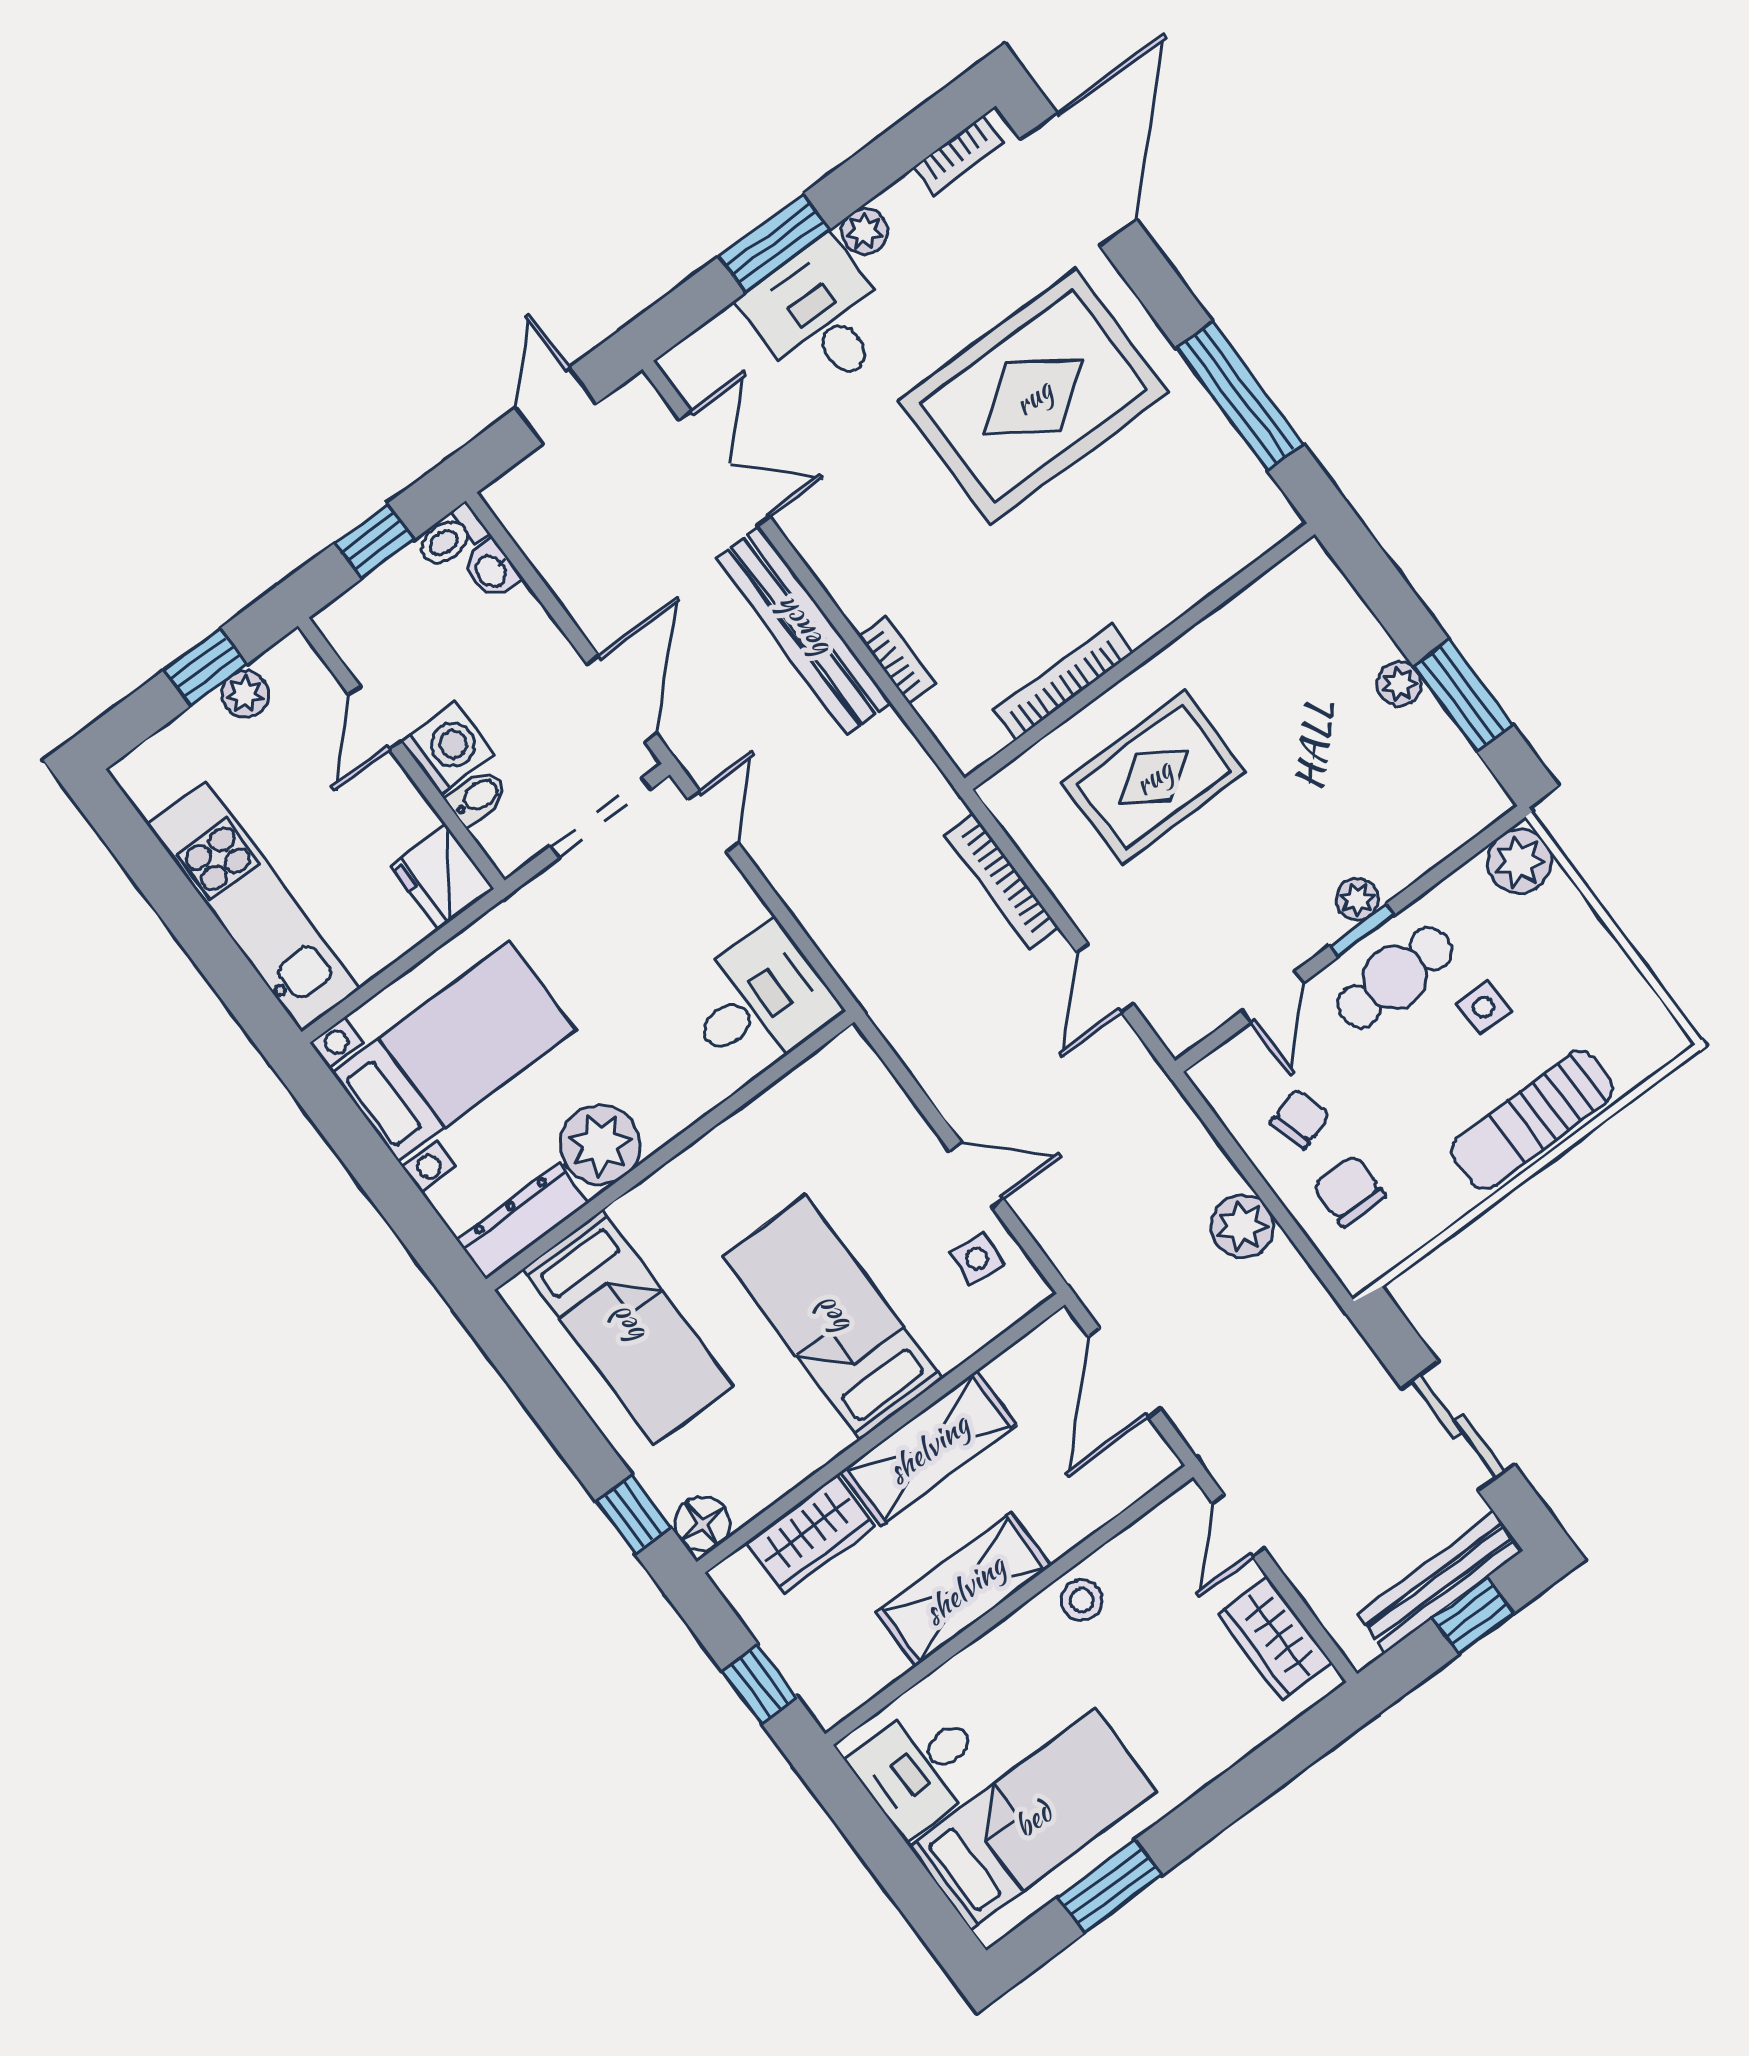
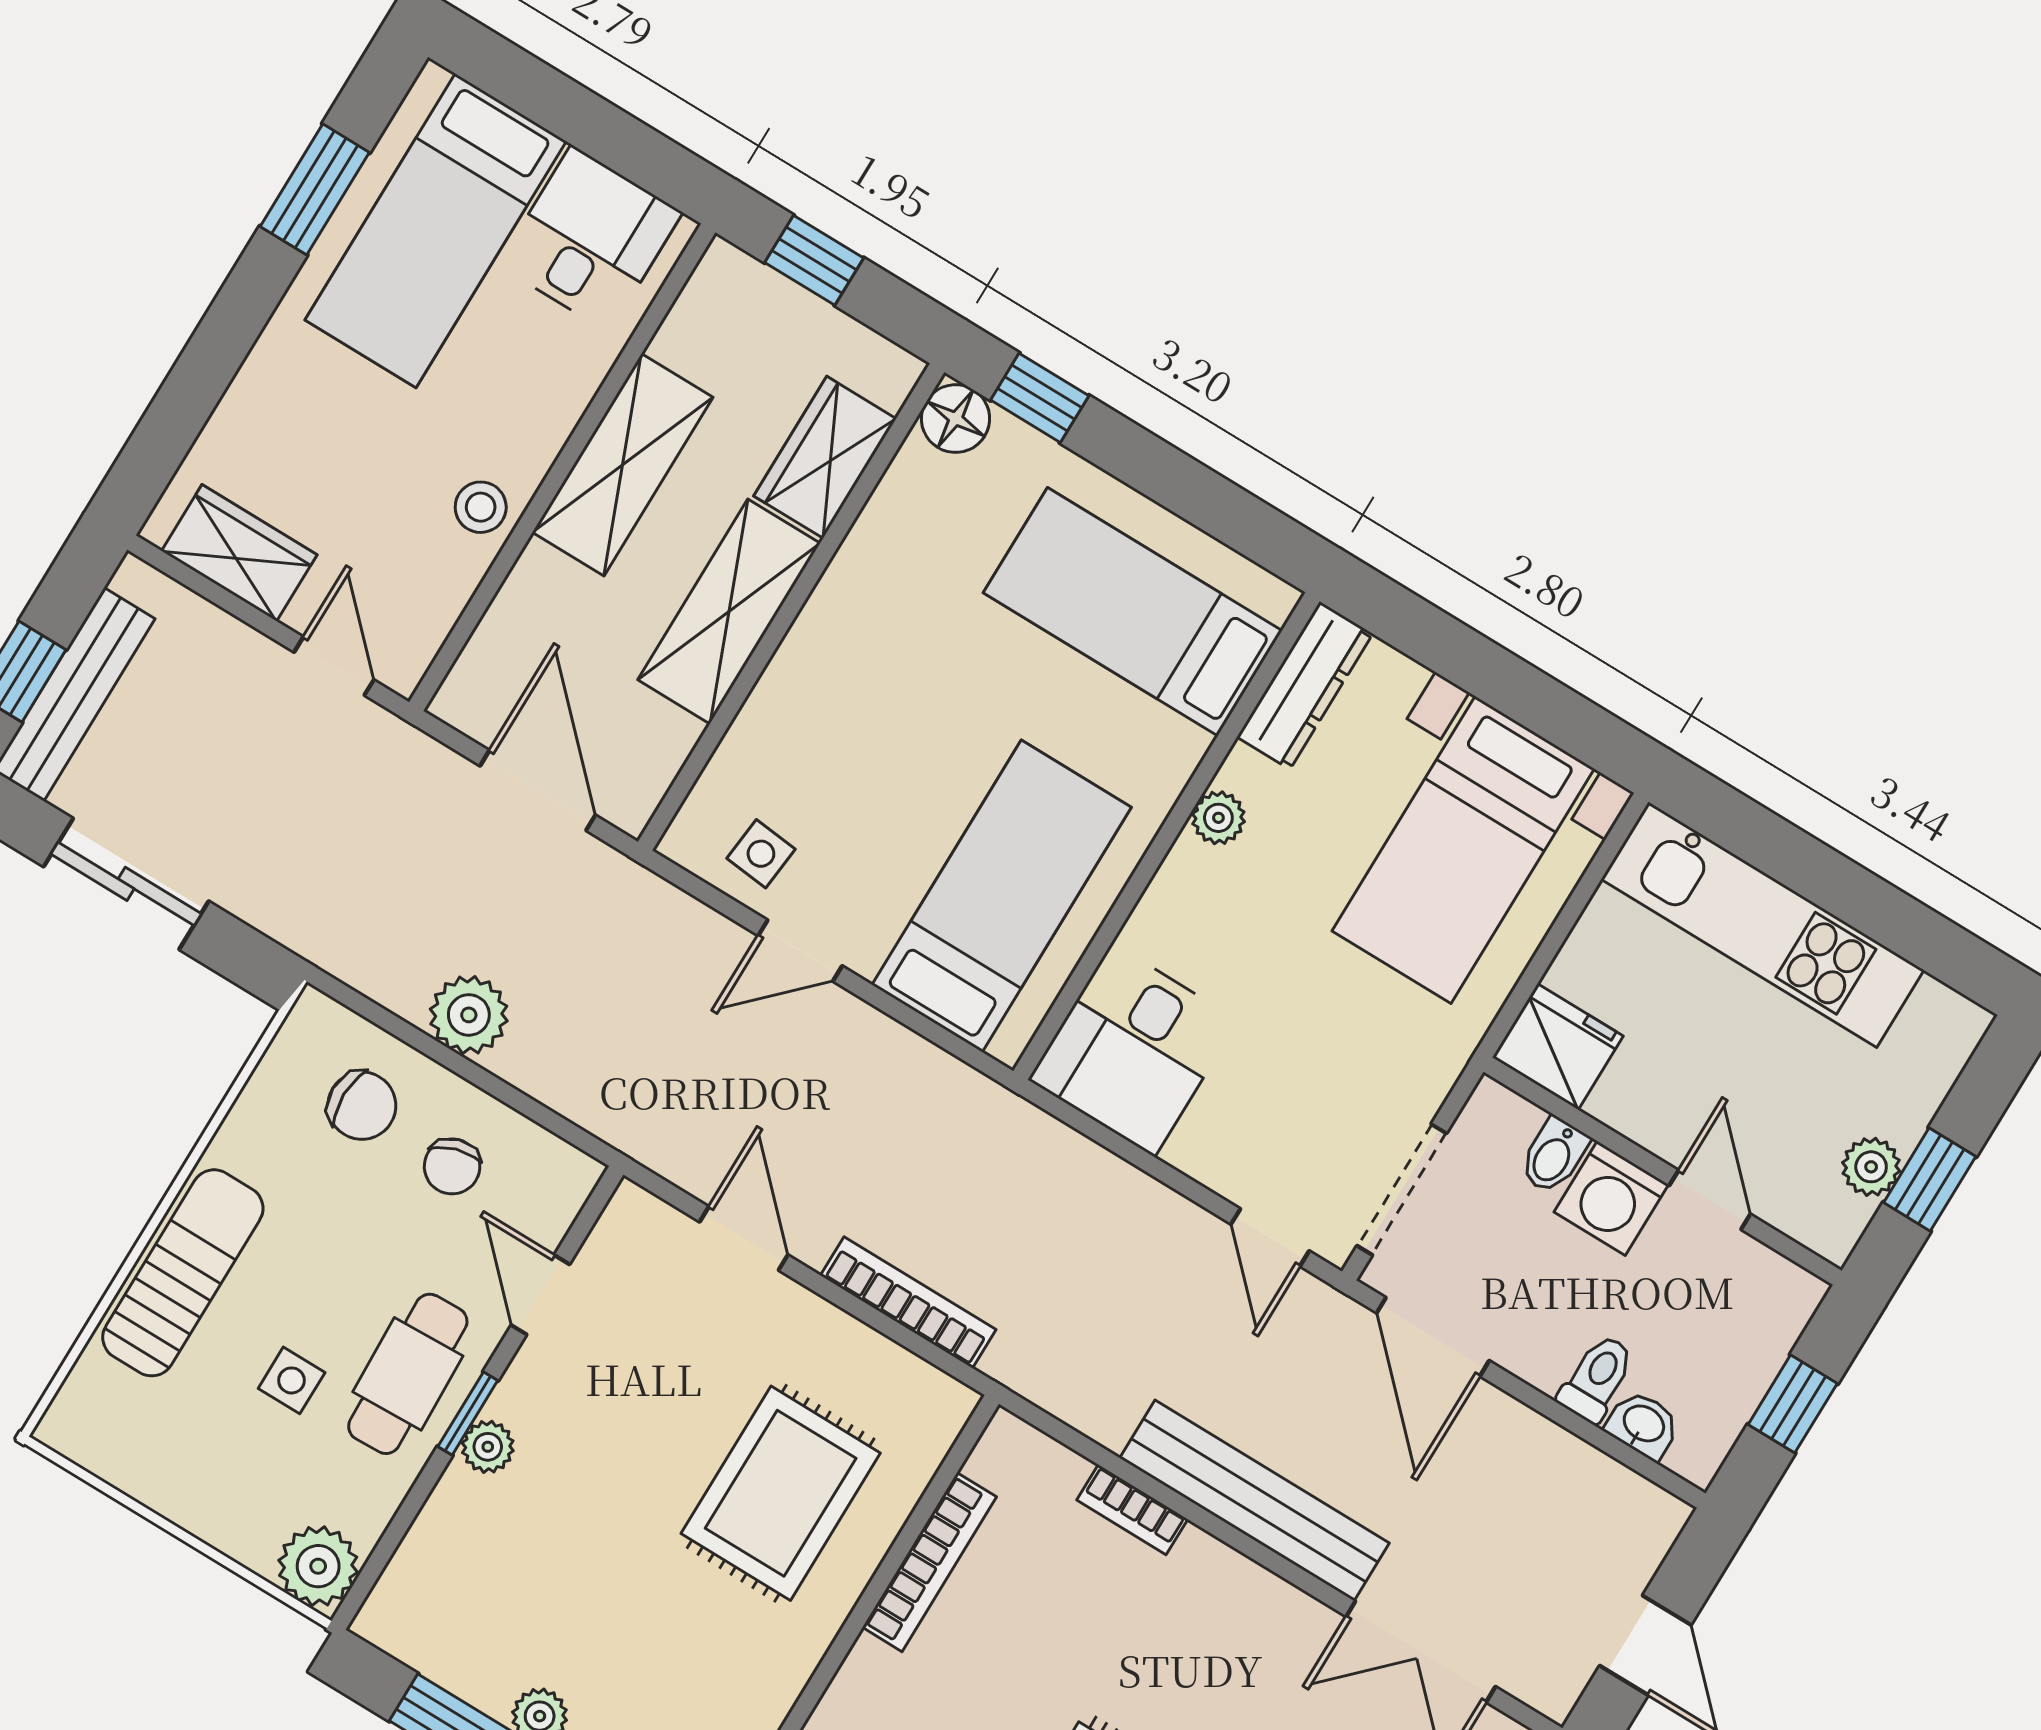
toilet: (451, 537) -> (1597, 1378), moved
plant: (600, 1145) -> (1218, 818), width x0.53, depth x0.53
bed: (833, 1318) -> (1002, 896), moved, turned -90

